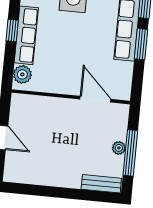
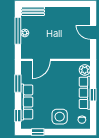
window: (141, 44) -> (18, 83), moved
door: (95, 99) -> (41, 60), hinge flipped

